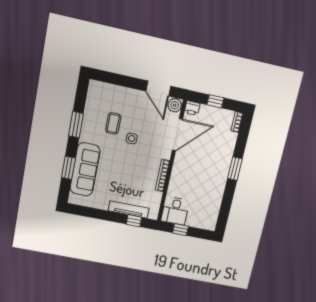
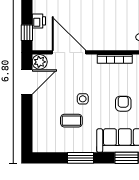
window: (215, 101) -> (27, 33), moved
printer: (192, 108) -> (39, 21), moved
armchair: (120, 175) -> (123, 104), added

